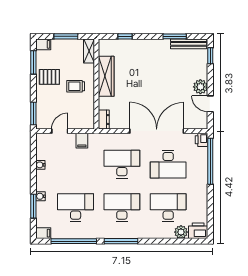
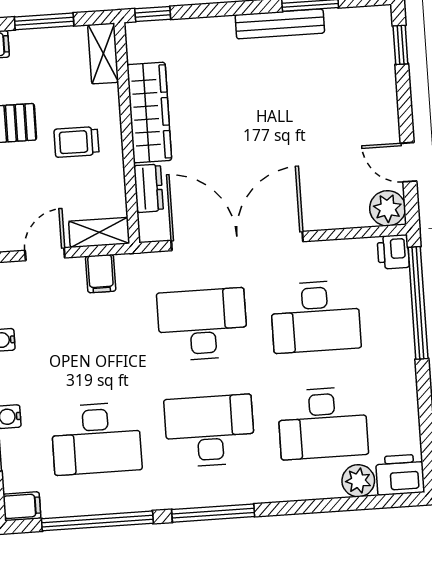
window: (125, 36) -> (153, 14), moved
bench: (189, 44) -> (280, 24), moved
plant: (200, 87) -> (388, 208), moved
dresser: (104, 120) -> (149, 188), moved
shelving: (82, 124) -> (99, 232), added
double door: (157, 131) -> (237, 241), moved
desk: (76, 208) -> (96, 439), turned 180
desk: (168, 208) -> (323, 423), turned 180

